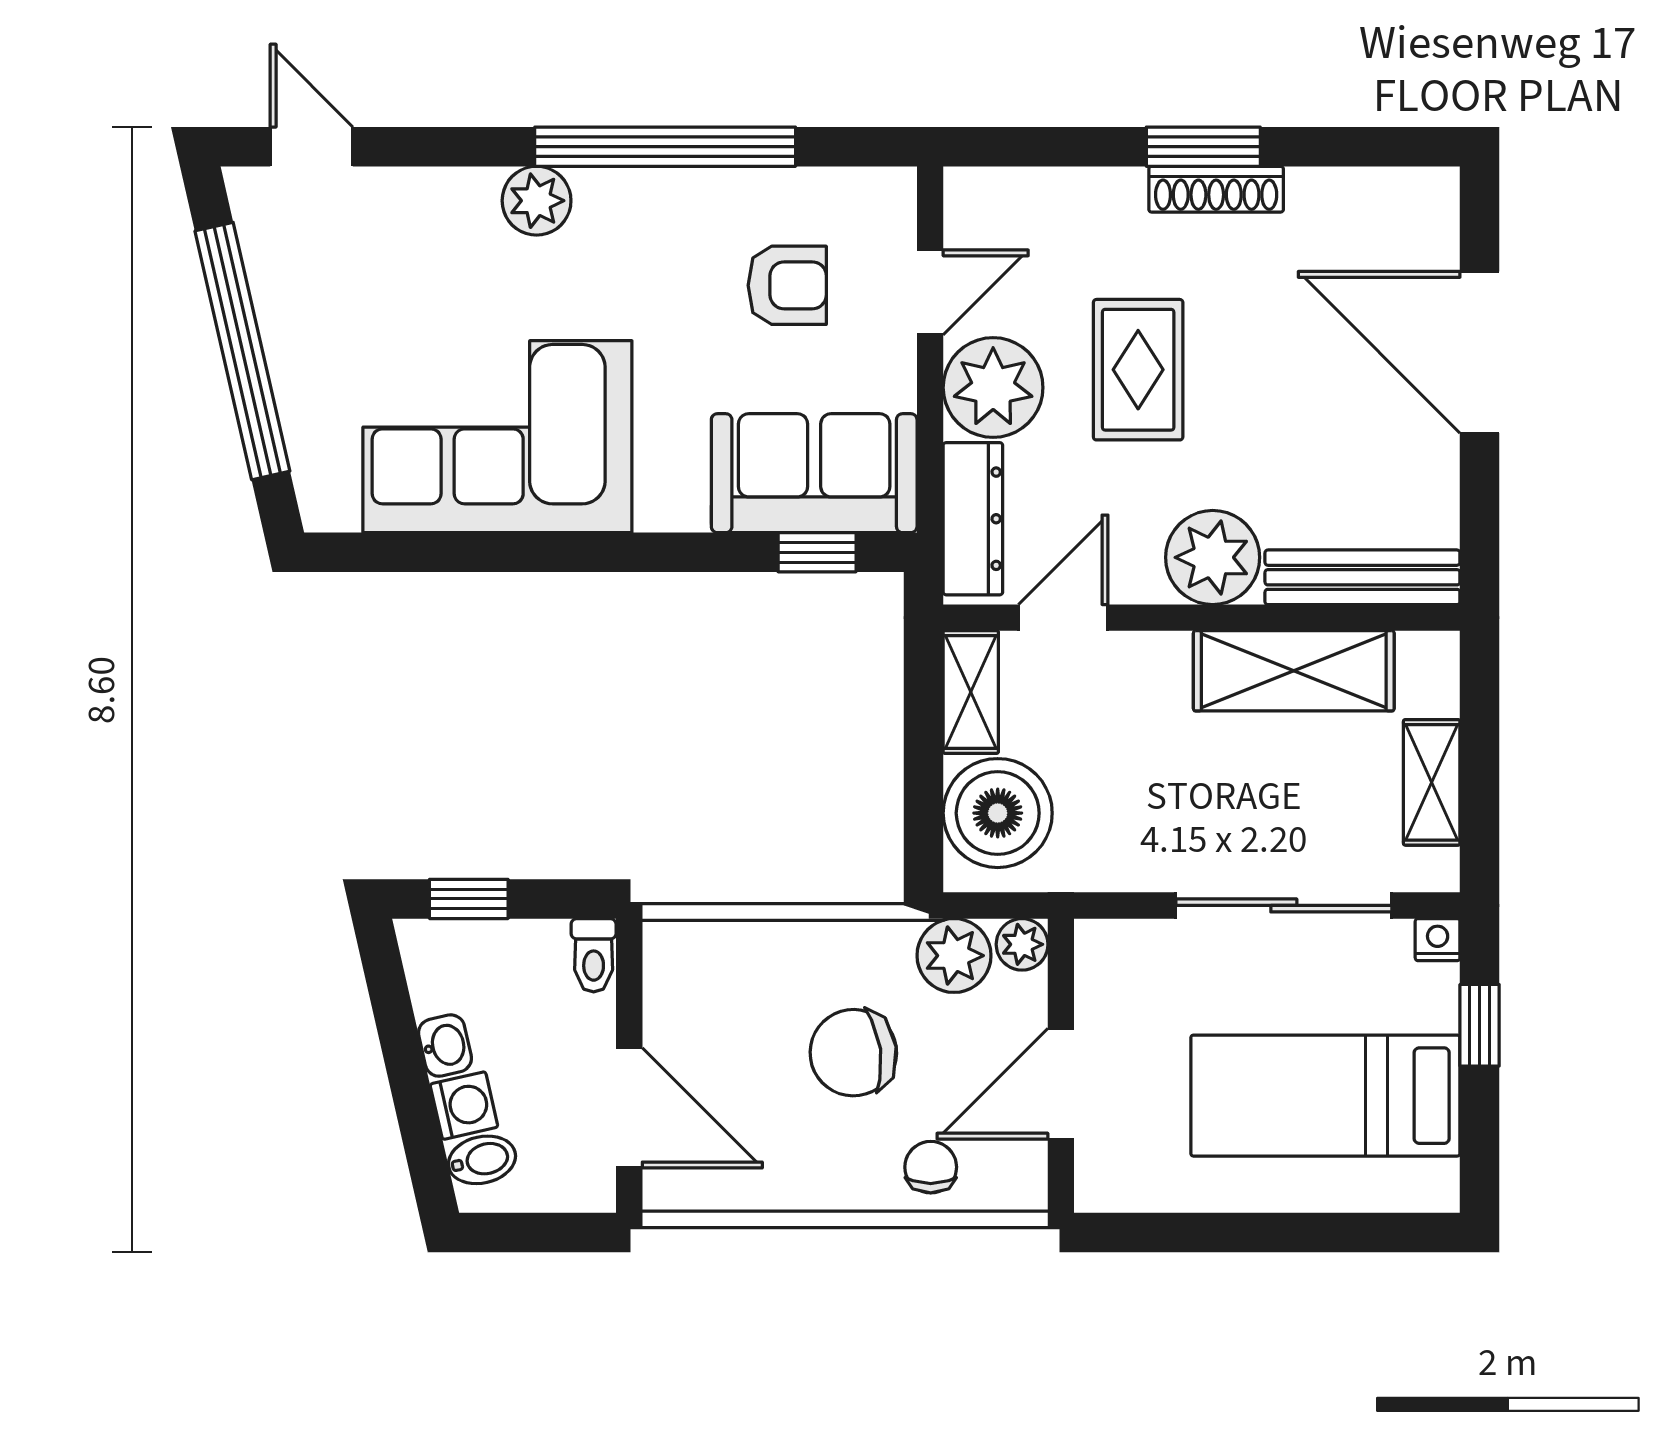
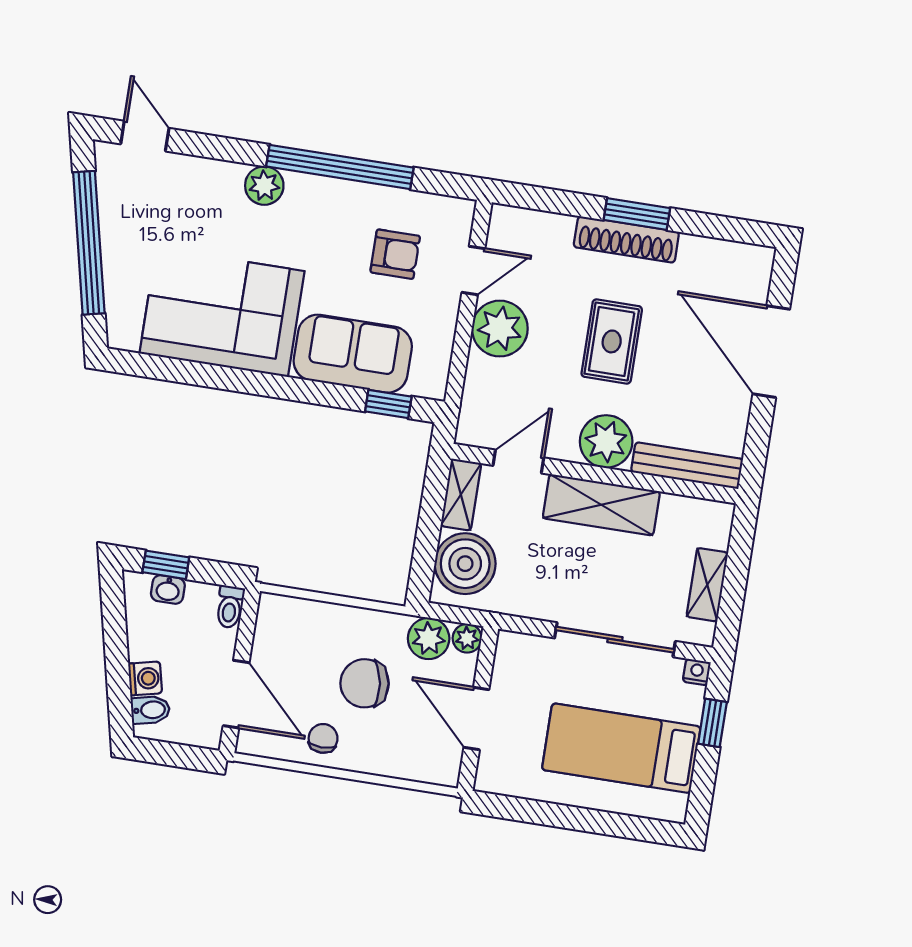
shoe rack: (1216, 189) -> (626, 239), width x1.36, depth x1.24
rug: (1138, 370) -> (612, 341), moved
sofa: (814, 473) -> (353, 354), moved
dresser: (973, 519) -> (477, 399), removed
shelving: (1294, 671) -> (601, 505), moved
washbasin: (445, 1046) -> (168, 589), moved, turned 103
door: (1061, 1084) -> (476, 718), hinge flipped
chair: (931, 1167) -> (323, 738), moved

